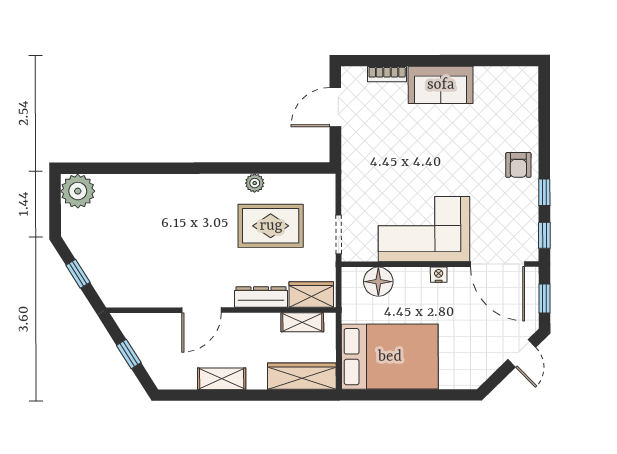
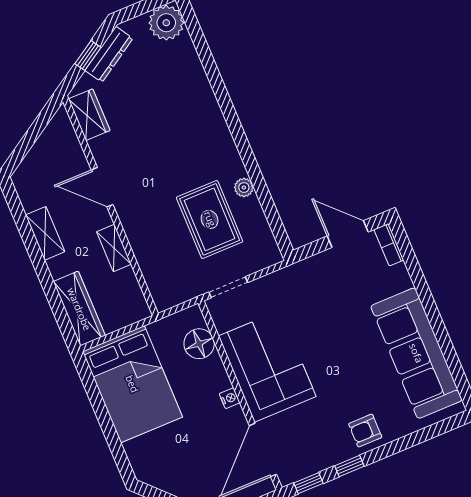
bookcase: (387, 74) -> (389, 245), moved
sofa: (441, 85) -> (416, 353), width x1.85, depth x1.27
wardrobe: (311, 294) -> (89, 115), moved
dresser: (261, 297) -> (109, 54), moved, turned 58
shelving: (302, 322) -> (114, 248), moved
window: (129, 354) -> (32, 135), removed

